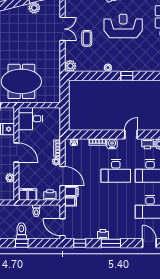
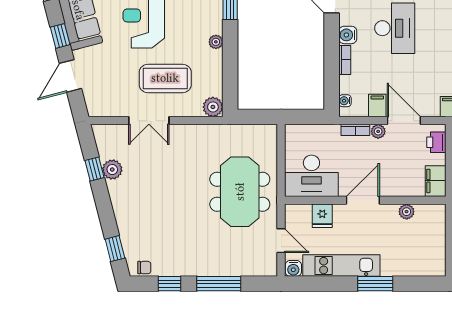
double door: (62, 29) -> (149, 121), swing flipped
coffee table: (87, 38) -> (165, 78), width x1.86, depth x1.72
desk: (31, 119) -> (311, 176), width x1.37
door: (62, 176) -> (404, 121), hinge flipped
filing cabinet: (71, 191) -> (377, 105), moved

